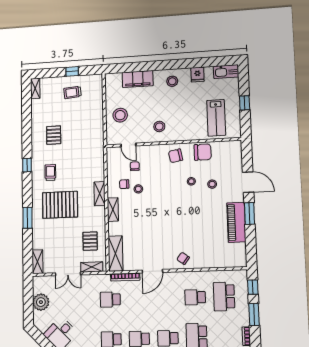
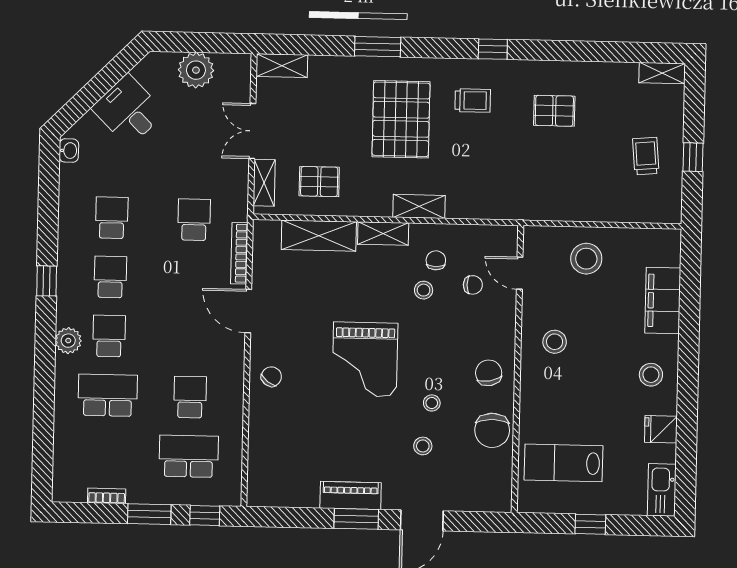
door: (128, 145) -> (520, 273), hinge flipped
grand piano: (172, 214) -> (365, 359), added
piano: (236, 222) -> (351, 495), width x0.73, depth x0.75
shelving: (115, 254) -> (319, 236), moved

